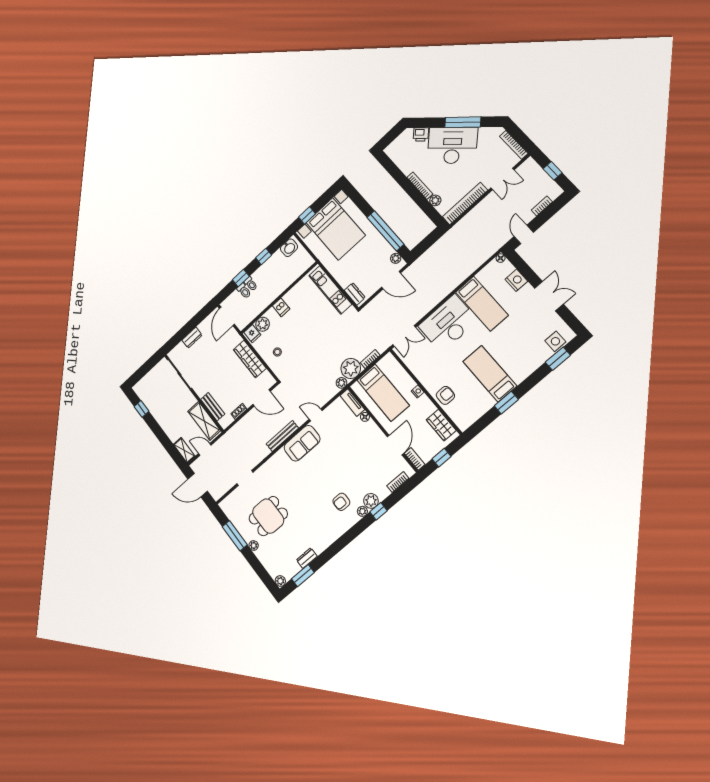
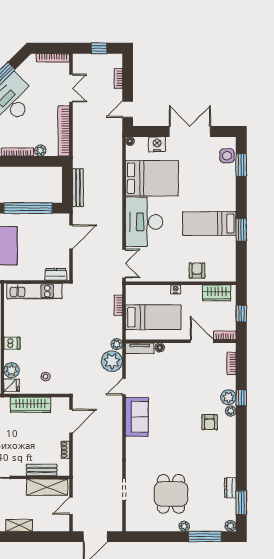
door: (524, 234) -> (128, 109), hinge flipped
plant: (396, 258) -> (57, 219), removed
double door: (549, 296) -> (190, 131), width x1.37
bed: (482, 304) -> (152, 178), width x1.50
plant: (351, 368) -> (112, 361), moved
bench: (282, 436) -> (78, 188), moved
shelving: (184, 450) -> (19, 525), moved
window: (235, 536) -> (205, 537), moved

